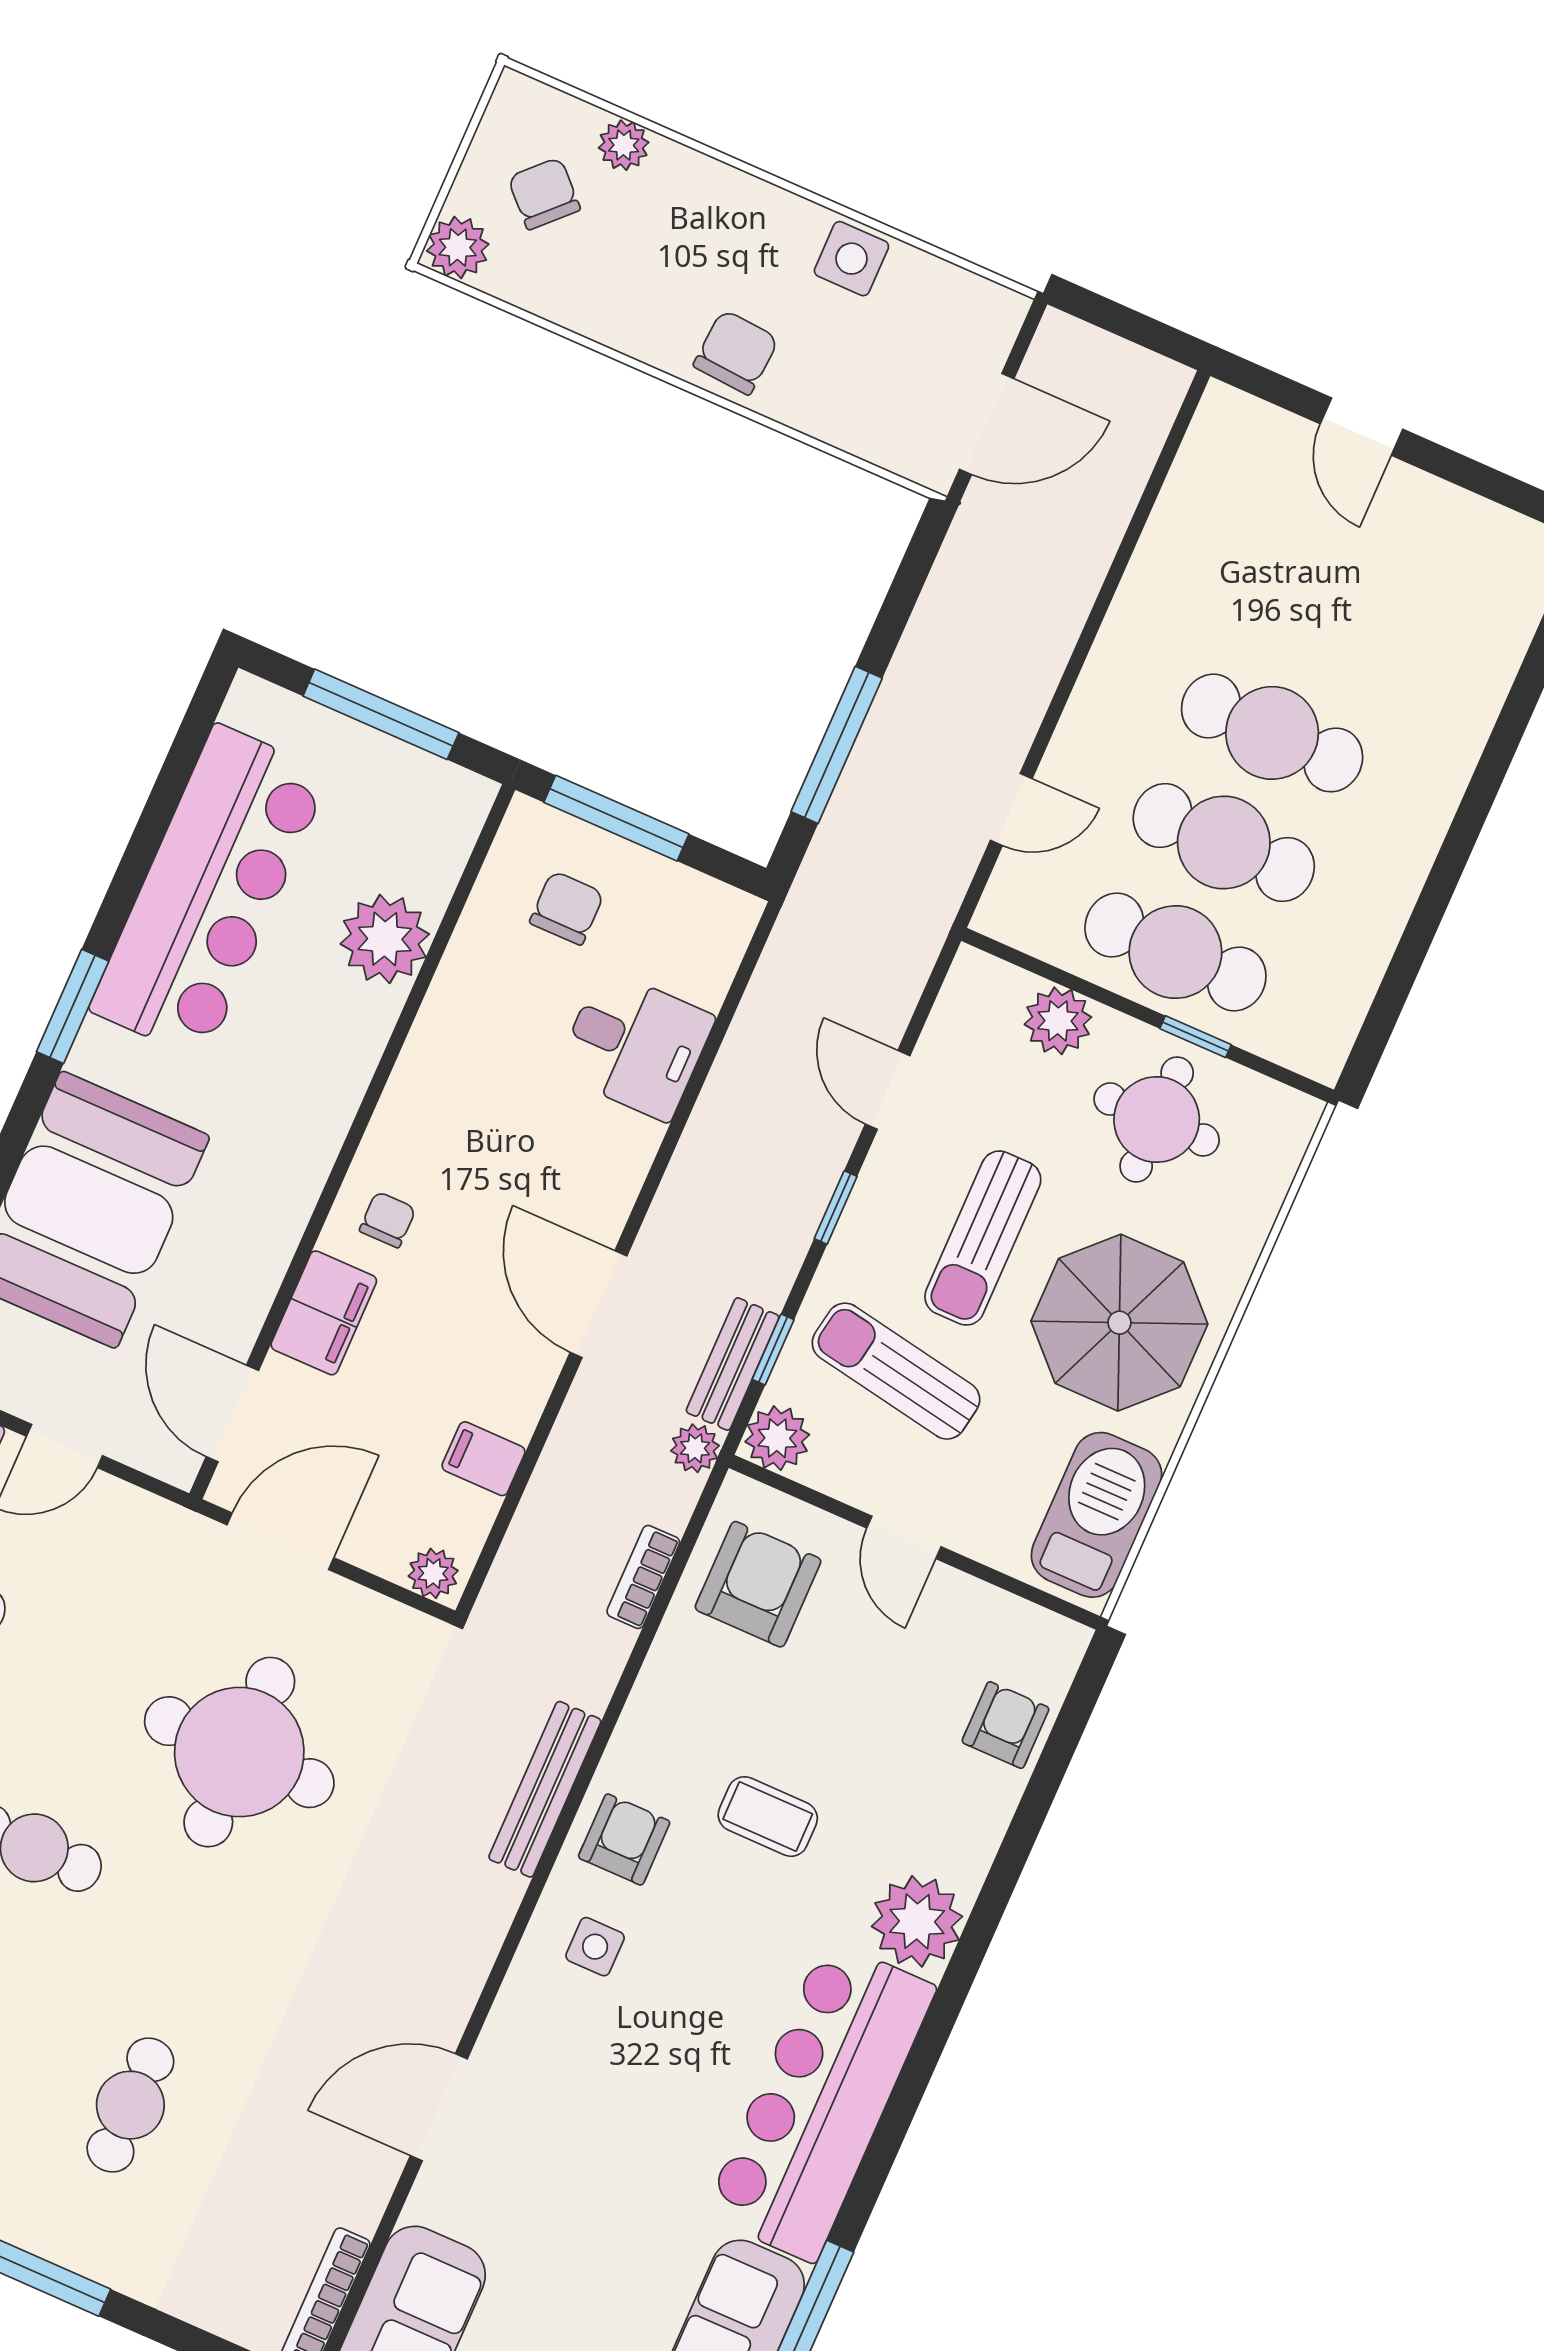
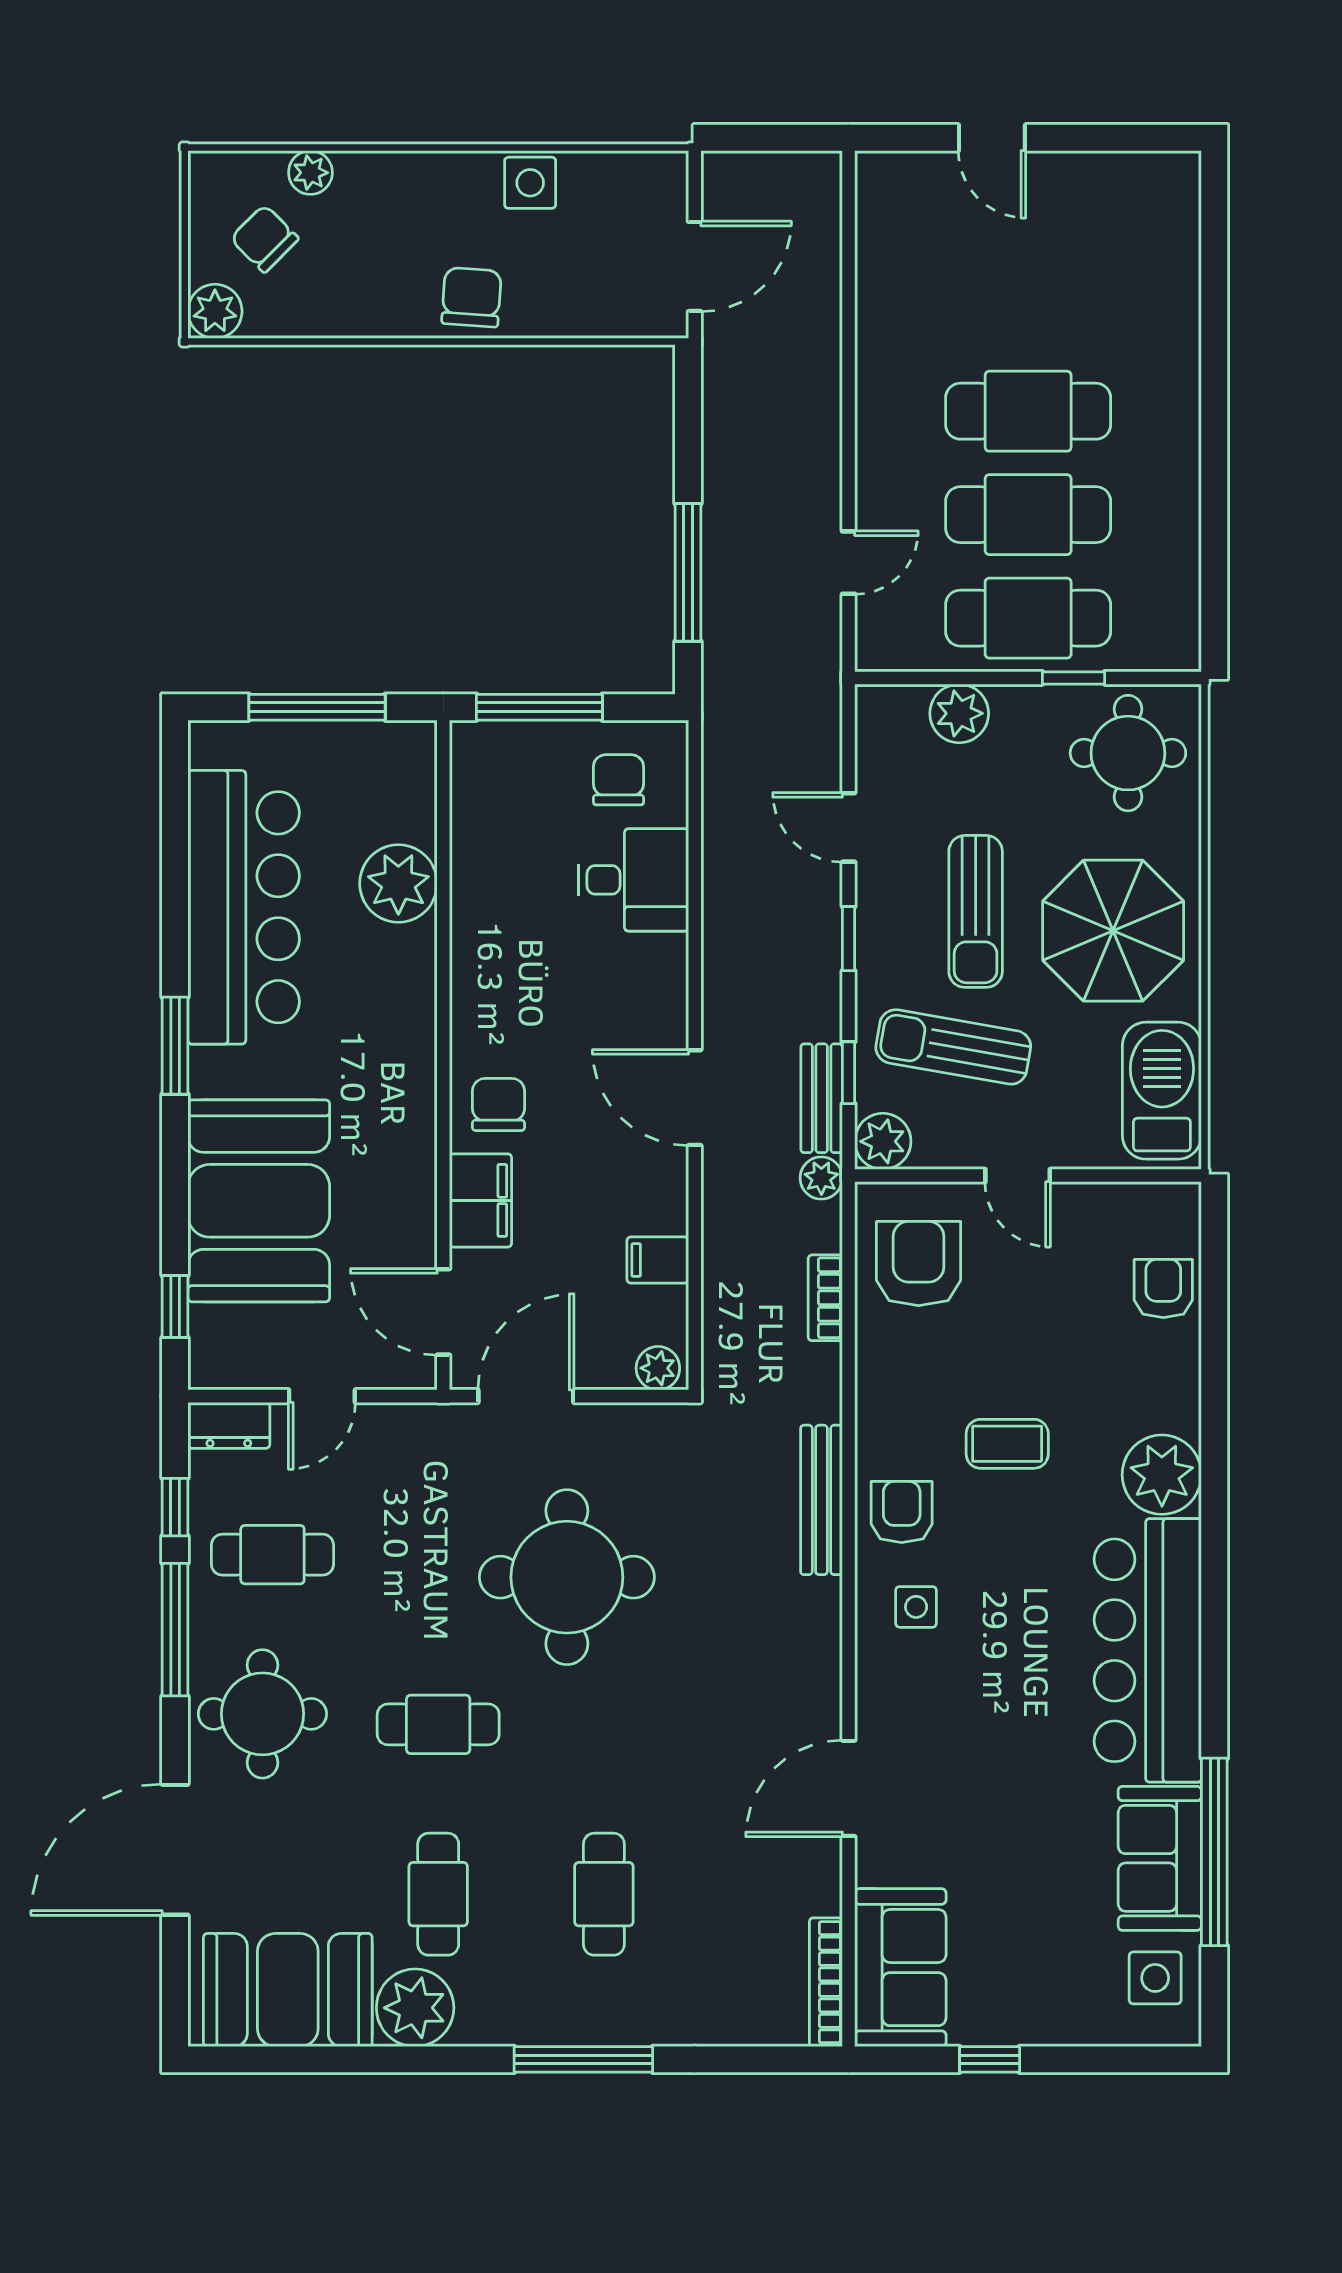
chair: (567, 908) -> (618, 780), moved
round table: (1157, 1119) -> (1128, 753), moved
chair: (388, 1220) -> (498, 1104), width x1.37, depth x1.37

